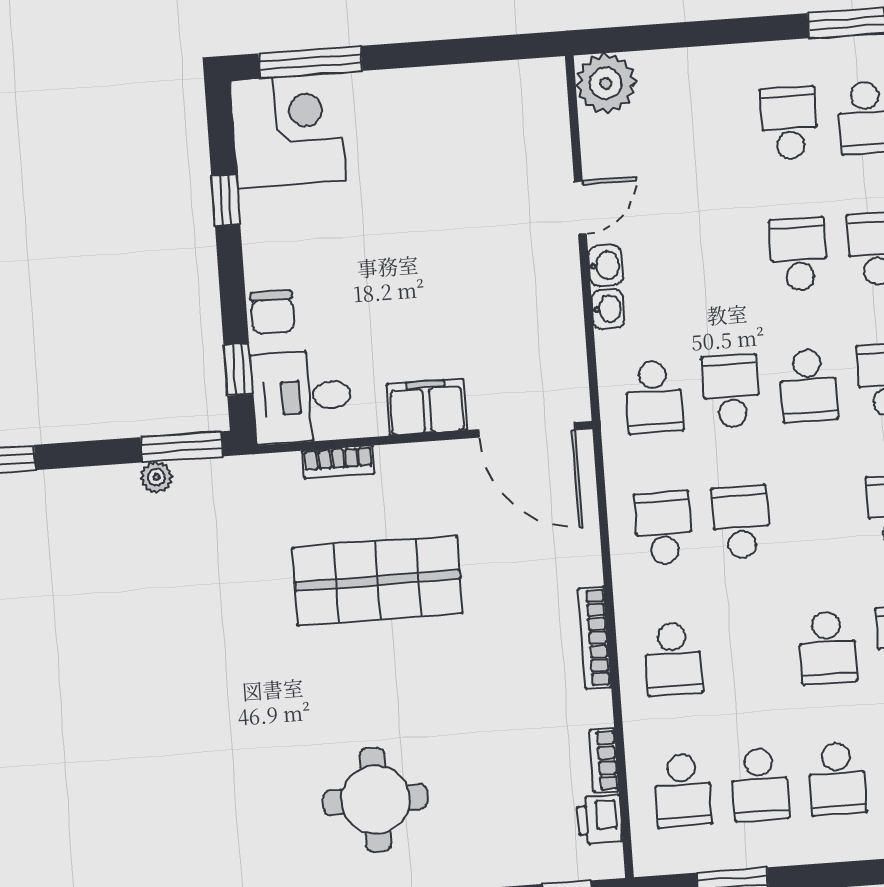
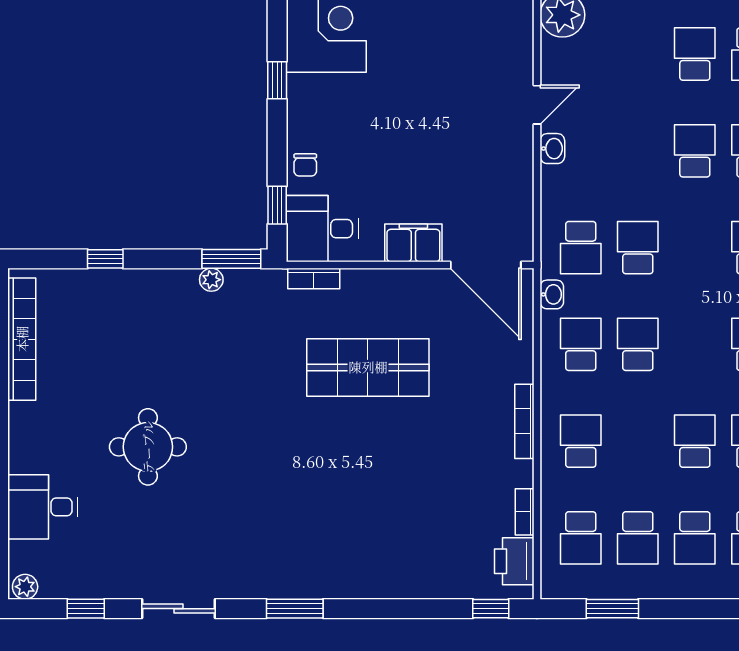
washbasin: (608, 309) -> (552, 294), moved
chair: (272, 312) -> (305, 165), width x0.73, depth x0.73
school desk: (808, 385) -> (695, 248), removed
bookcase: (338, 462) -> (314, 278), moved
school desk: (828, 648) -> (695, 441), turned 180
school desk: (673, 659) -> (581, 441), turned 180
round table: (375, 800) -> (148, 447), moved
printer: (600, 819) -> (514, 561), width x1.36, depth x1.24

